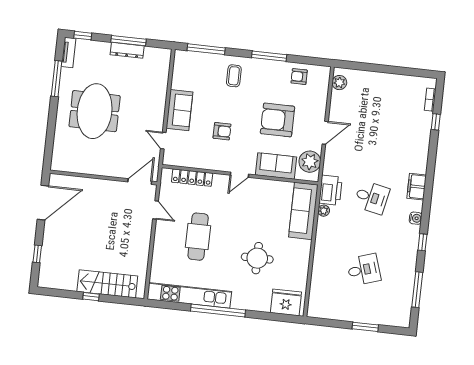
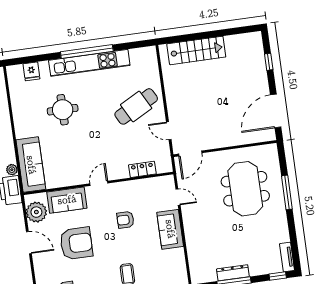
window: (57, 79) -> (287, 192), moved
meeting table: (95, 111) -> (245, 189), moved
door: (325, 133) -> (29, 243), swing flipped
locker: (192, 178) -> (142, 169), width x0.66
cafe table: (198, 237) -> (136, 106), moved, turned 62
kitchen unit: (189, 295) -> (89, 63), moved
window: (91, 297) -> (209, 35), removed
fridge: (286, 302) -> (31, 71), width x0.53, depth x0.75

